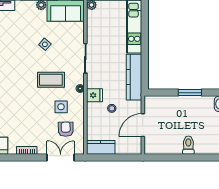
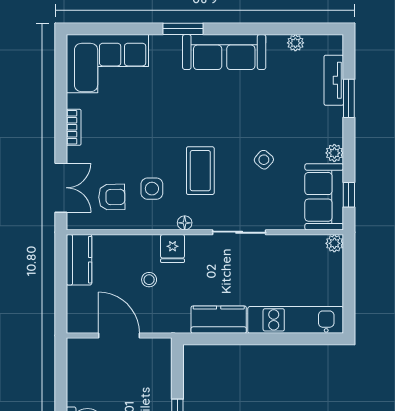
kitchen counter: (134, 77) -> (219, 320), width x0.67

